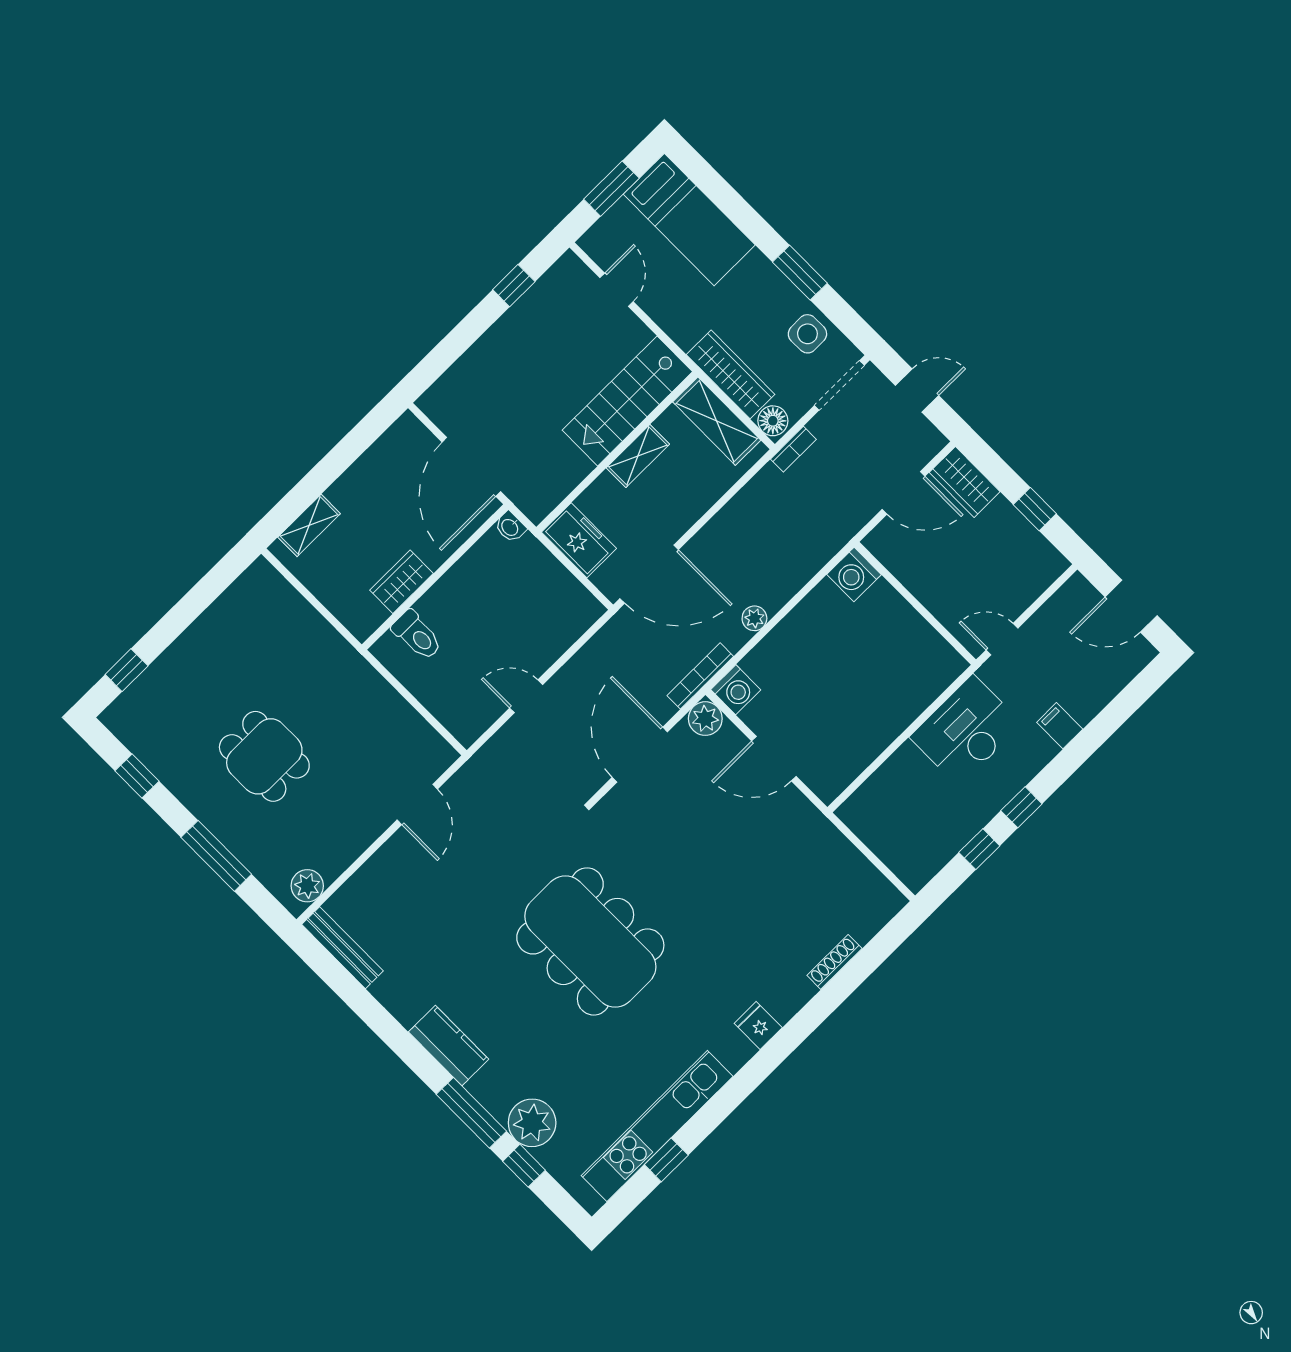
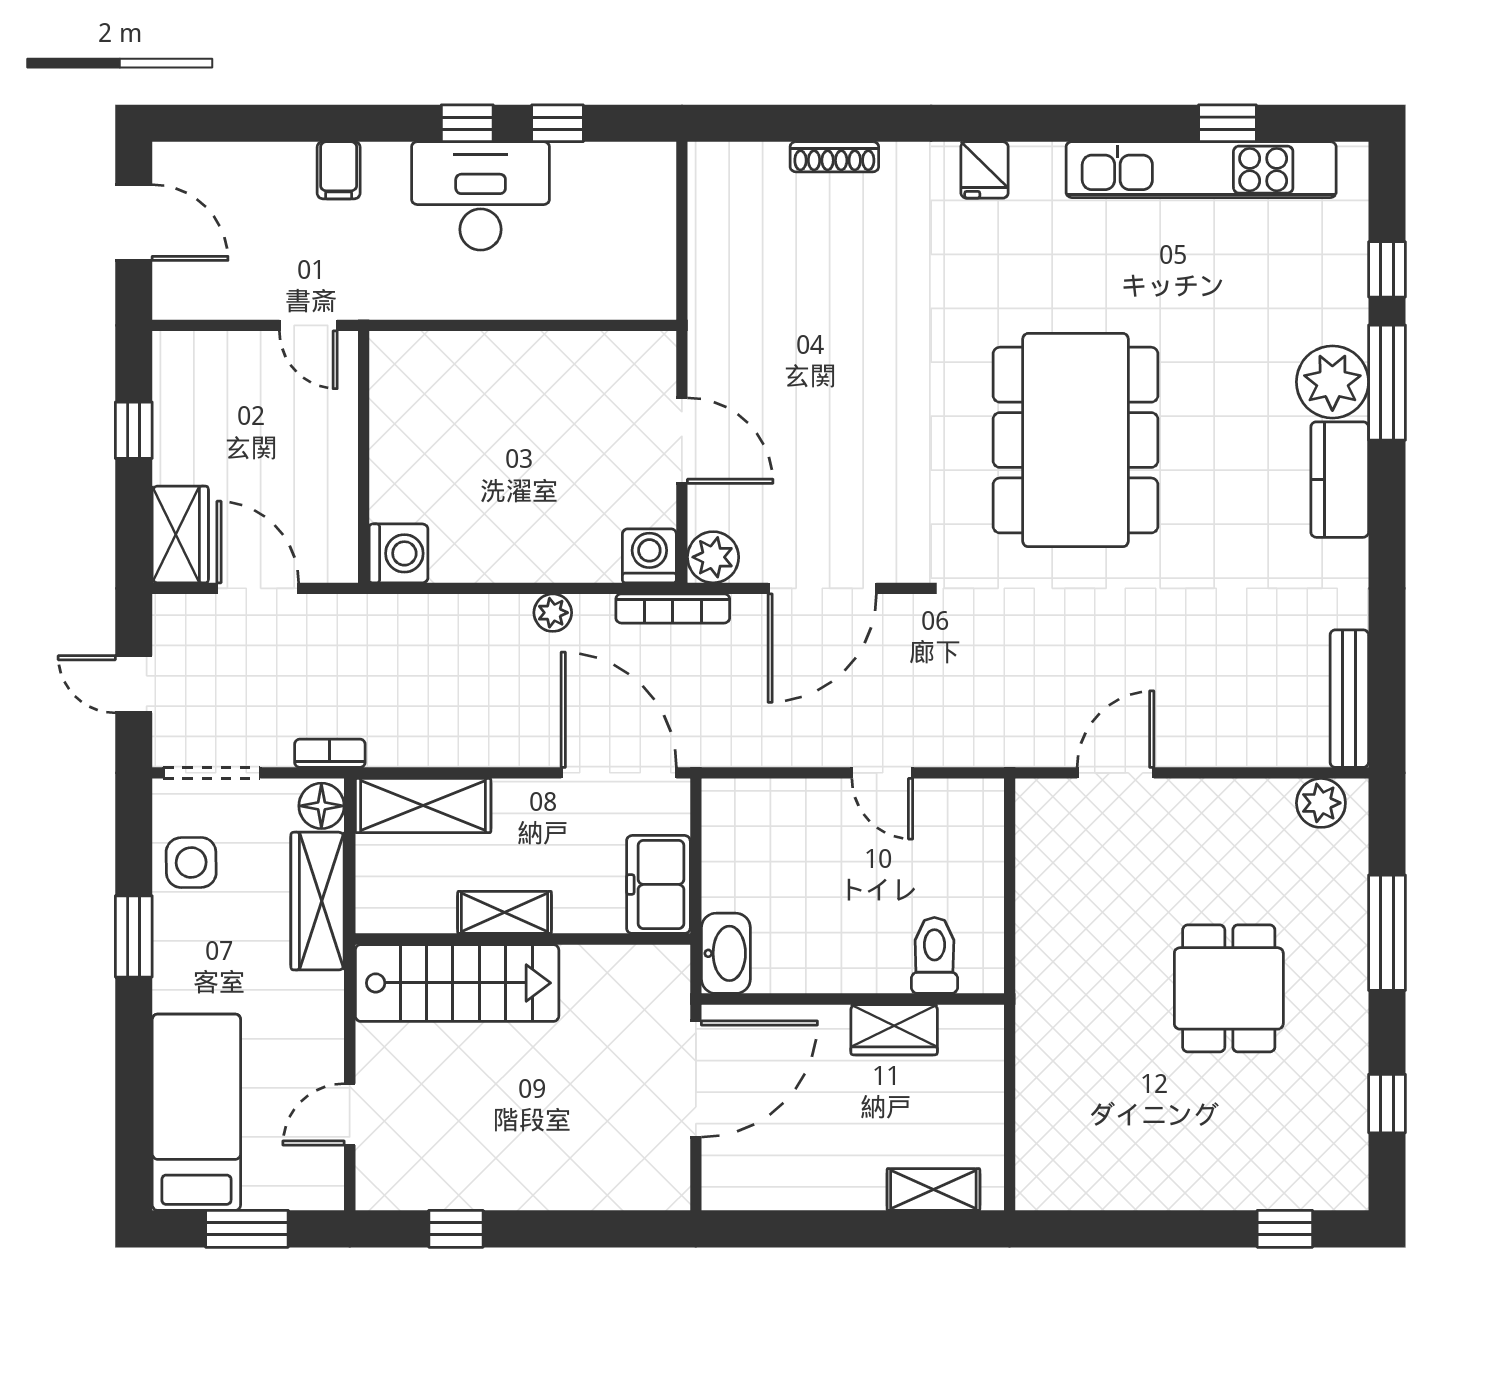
shelving: (717, 421) -> (423, 806), moved, turned 90
washbasin: (510, 527) -> (726, 953), width x1.91, depth x1.45
desk: (966, 730) -> (481, 196), moved, turned 180
plant: (532, 1123) -> (1332, 382), moved

